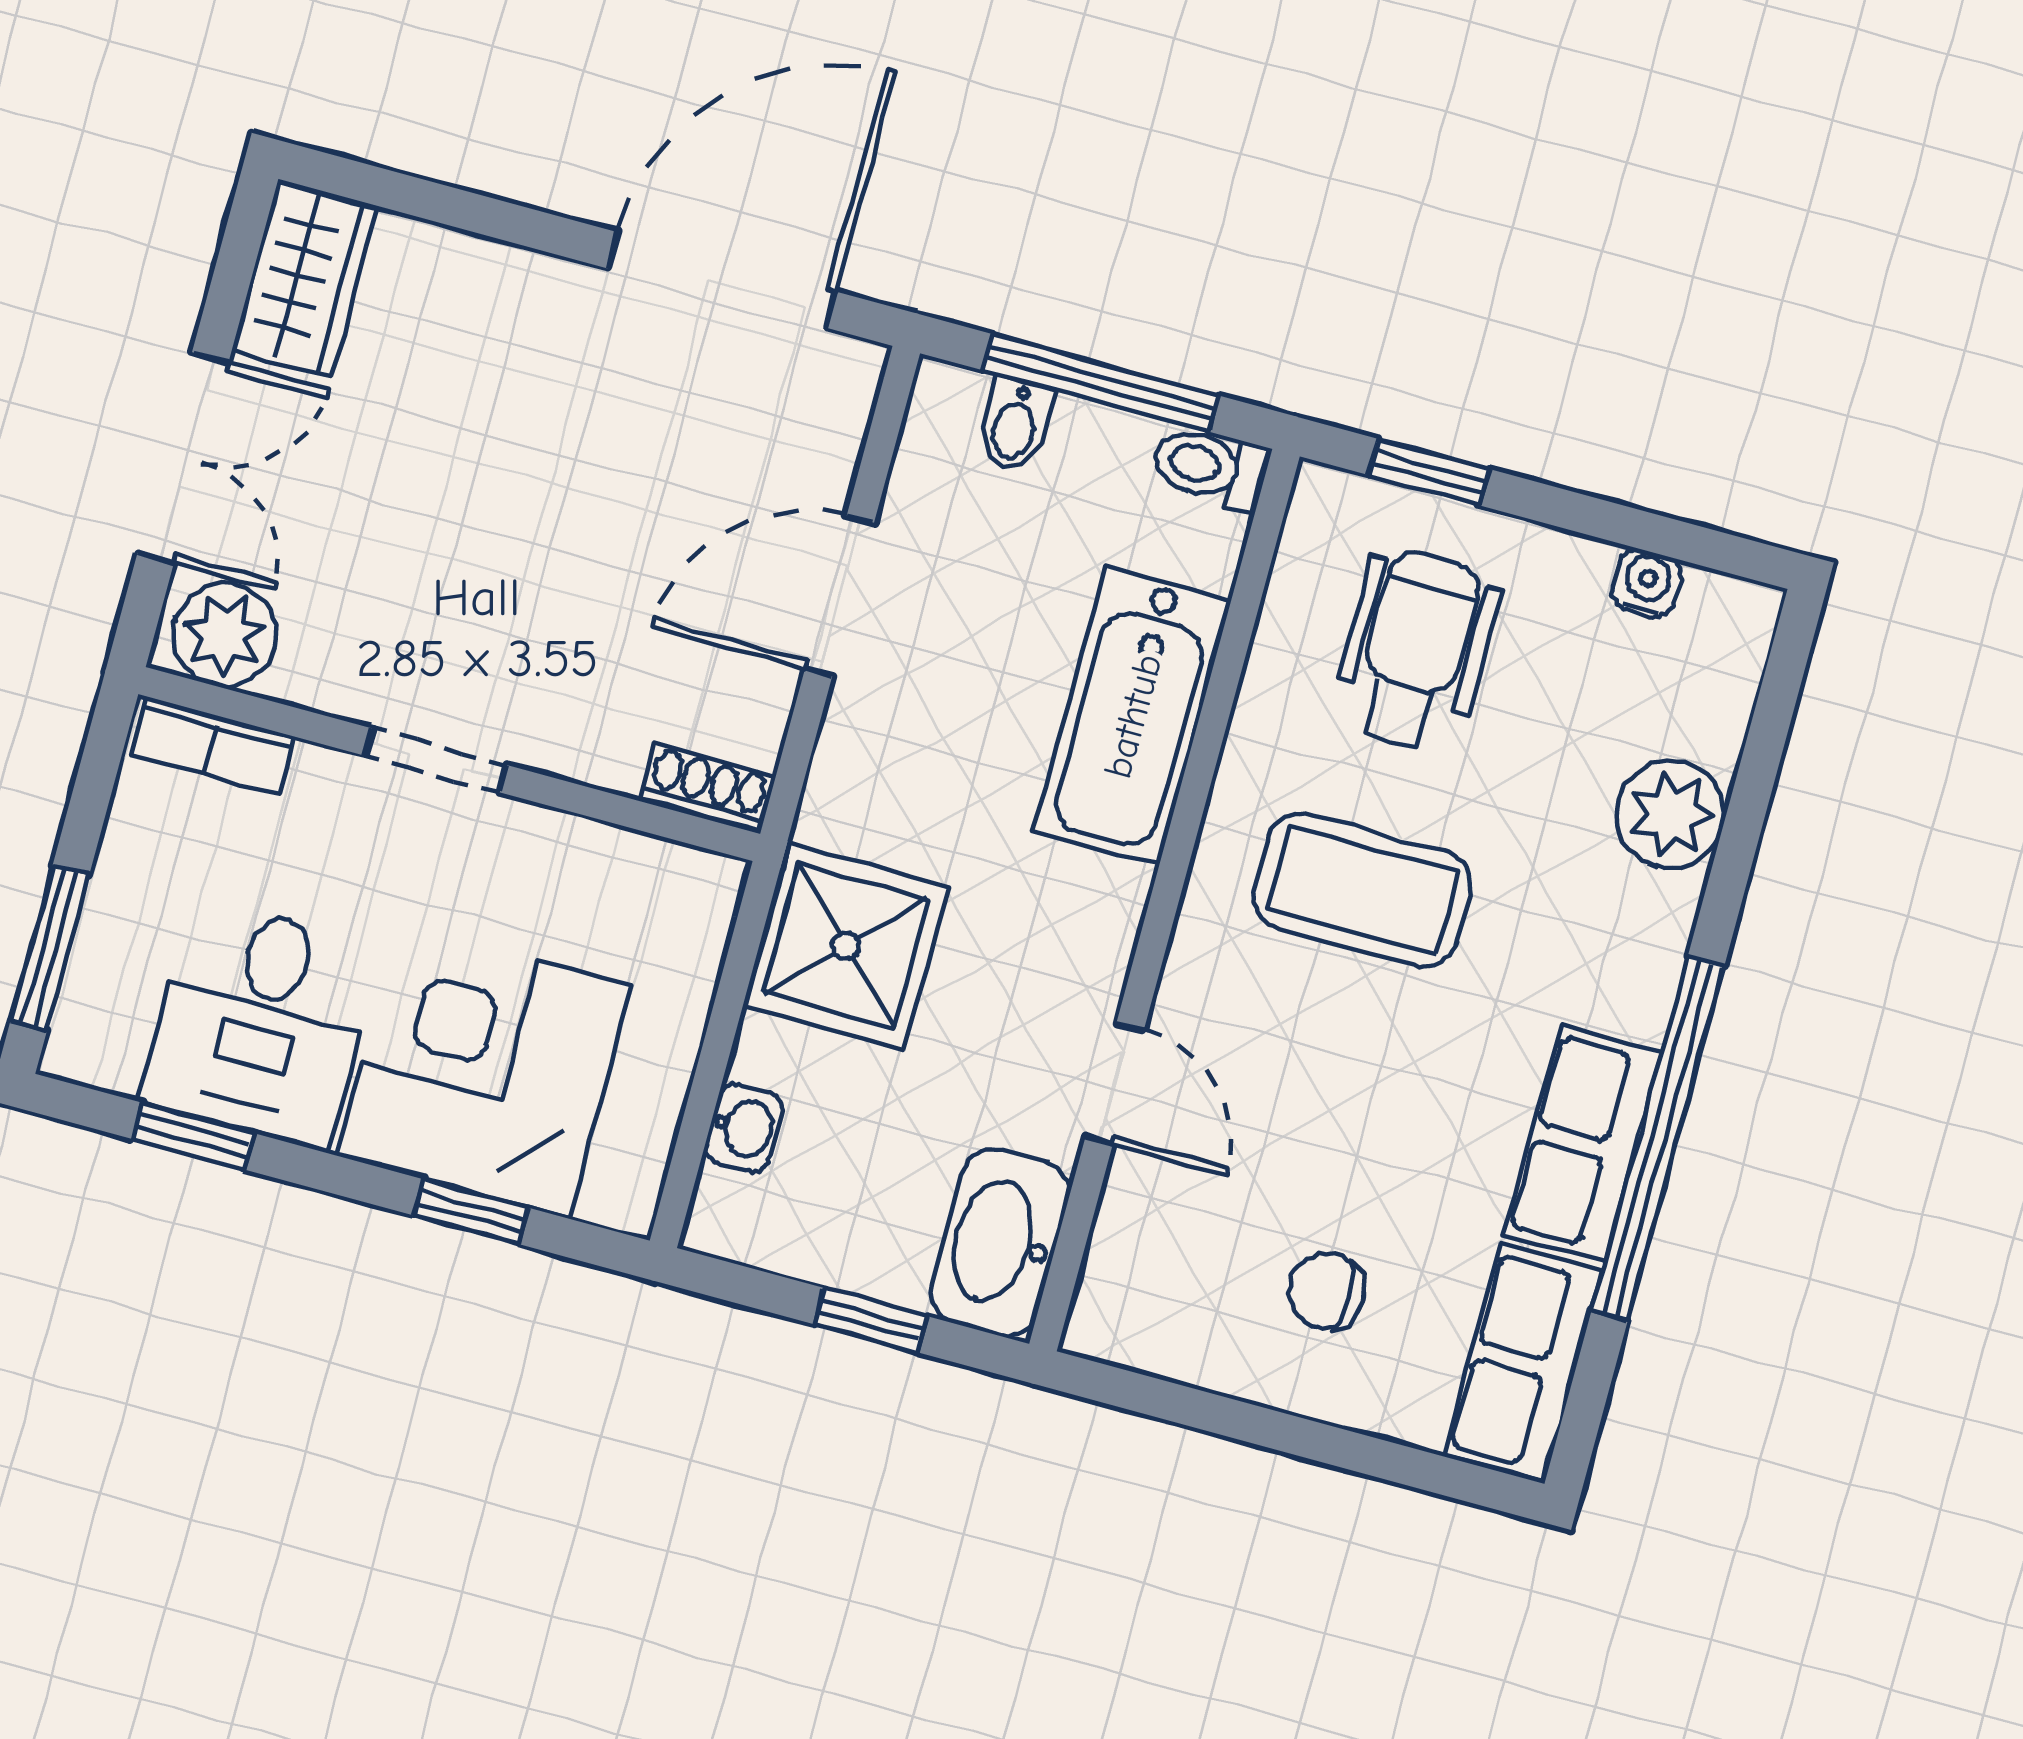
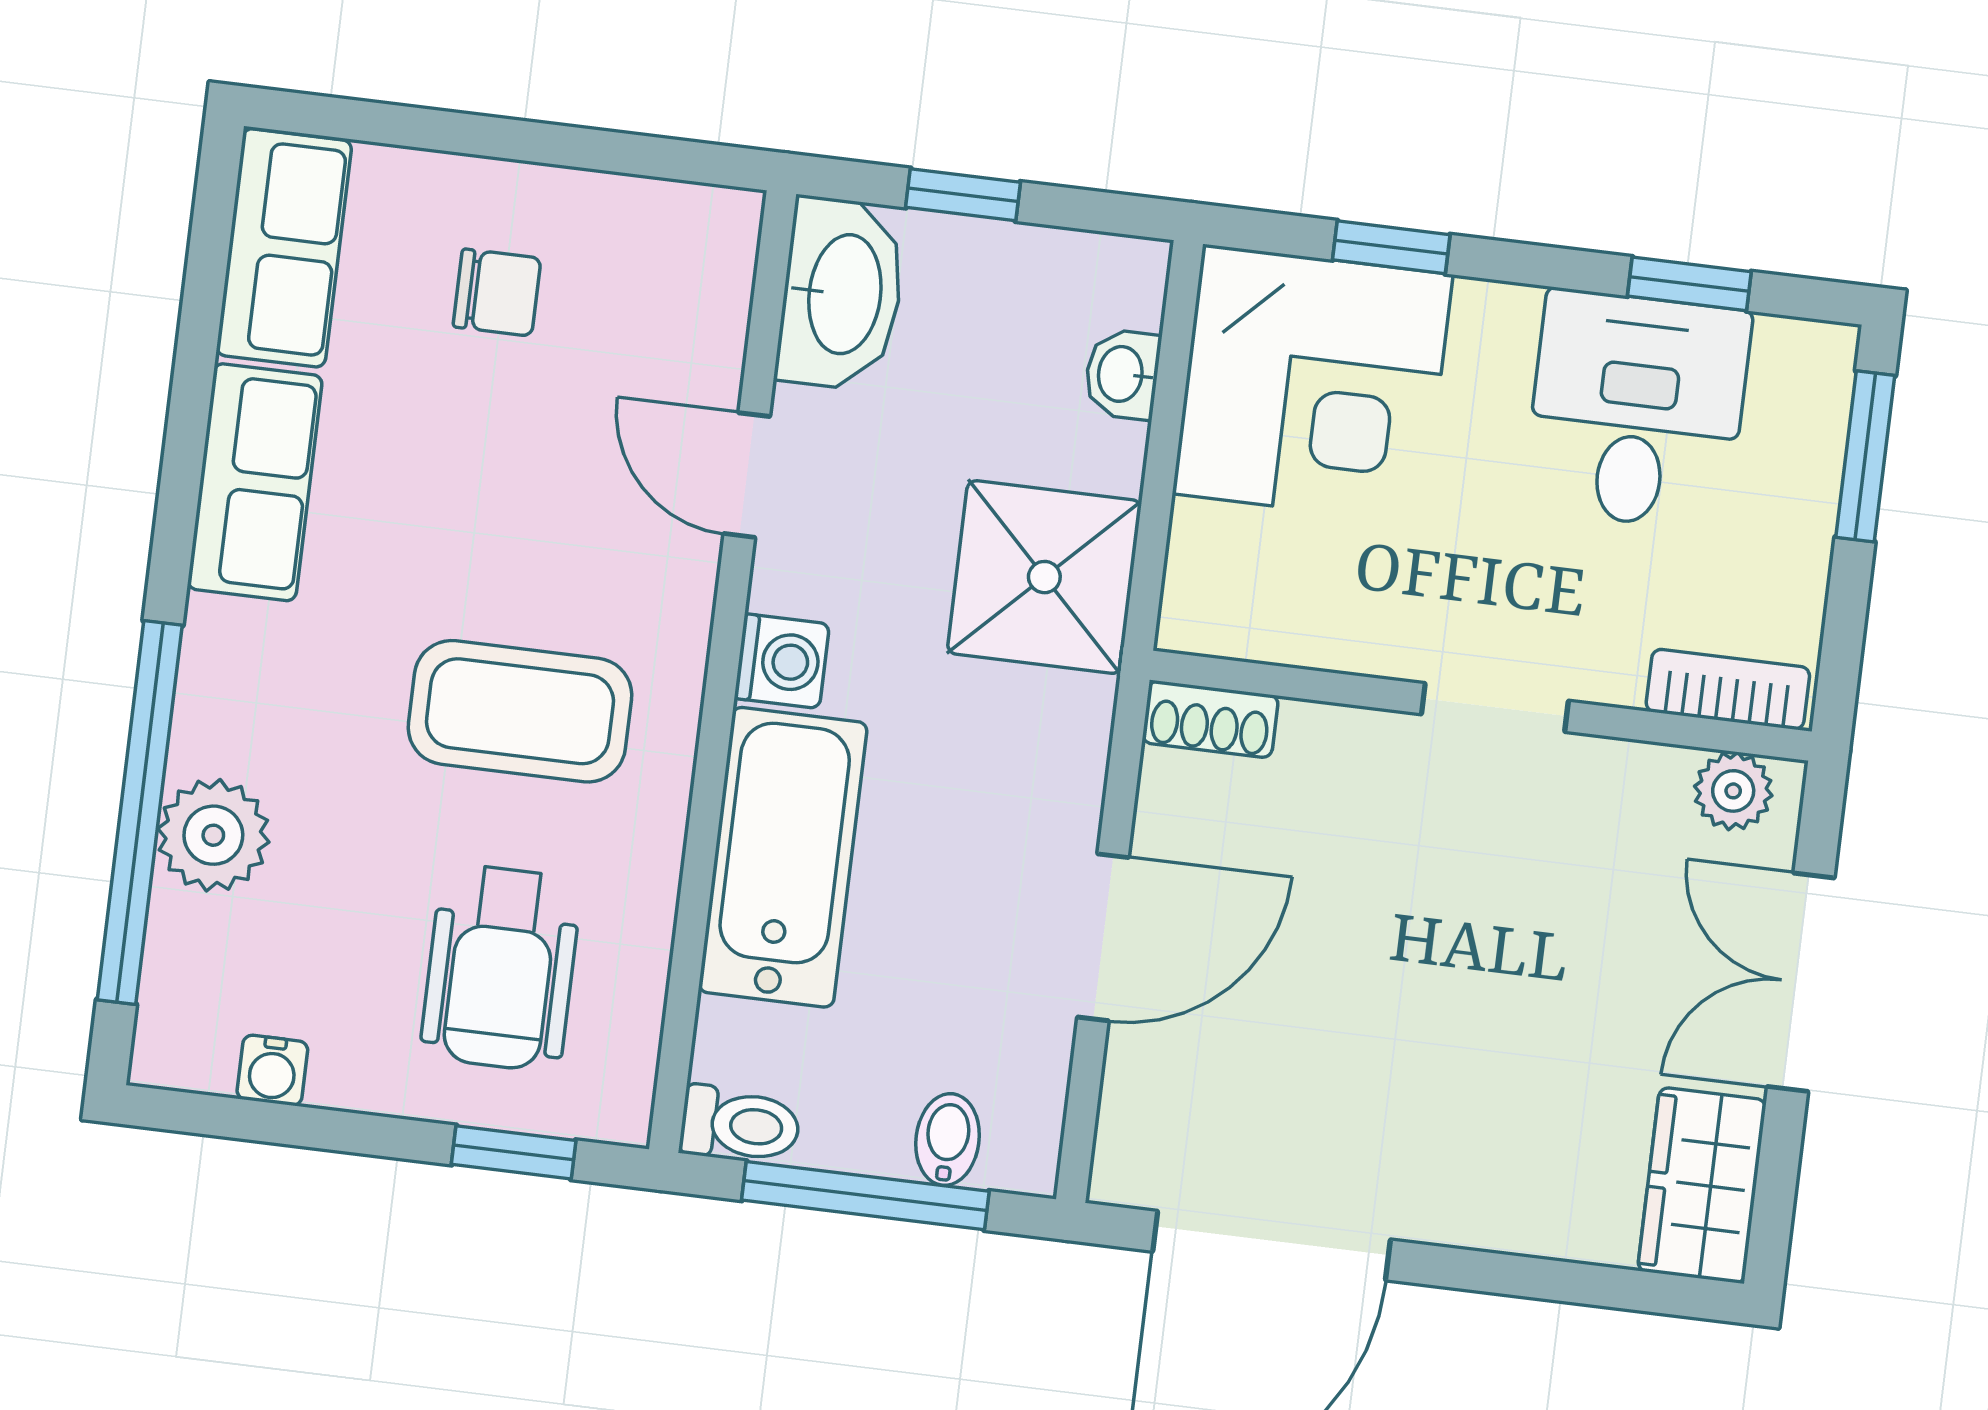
plant: (225, 635) -> (1733, 791), width x0.73, depth x0.73
washing machine: (1107, 902) -> (782, 661), added
corner desk: (484, 1070) -> (1313, 384), moved
window: (1658, 1138) -> (140, 813), moved

